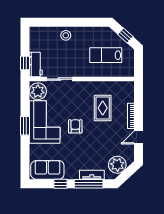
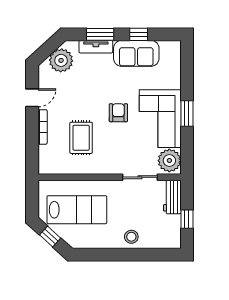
lab bench: (106, 55) -> (77, 210), width x1.36, depth x1.39
window: (25, 63) -> (187, 219), moved
armchair: (75, 126) -> (118, 113), turned 180
sofa: (47, 170) -> (136, 53), moved
window: (89, 184) -> (100, 34), width x0.69

